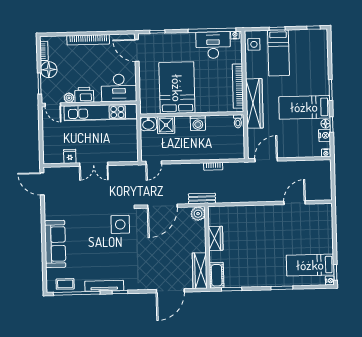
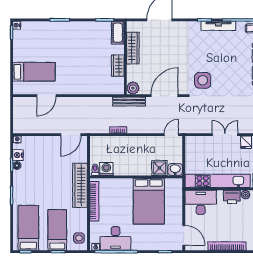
bed: (304, 107) -> (28, 228), moved, turned -90
washing machine: (198, 123) -> (106, 169), moved
bench: (202, 198) -> (129, 102), width x1.36
bed: (310, 265) -> (34, 72), moved
wardrobe: (200, 271) -> (133, 48), moved

